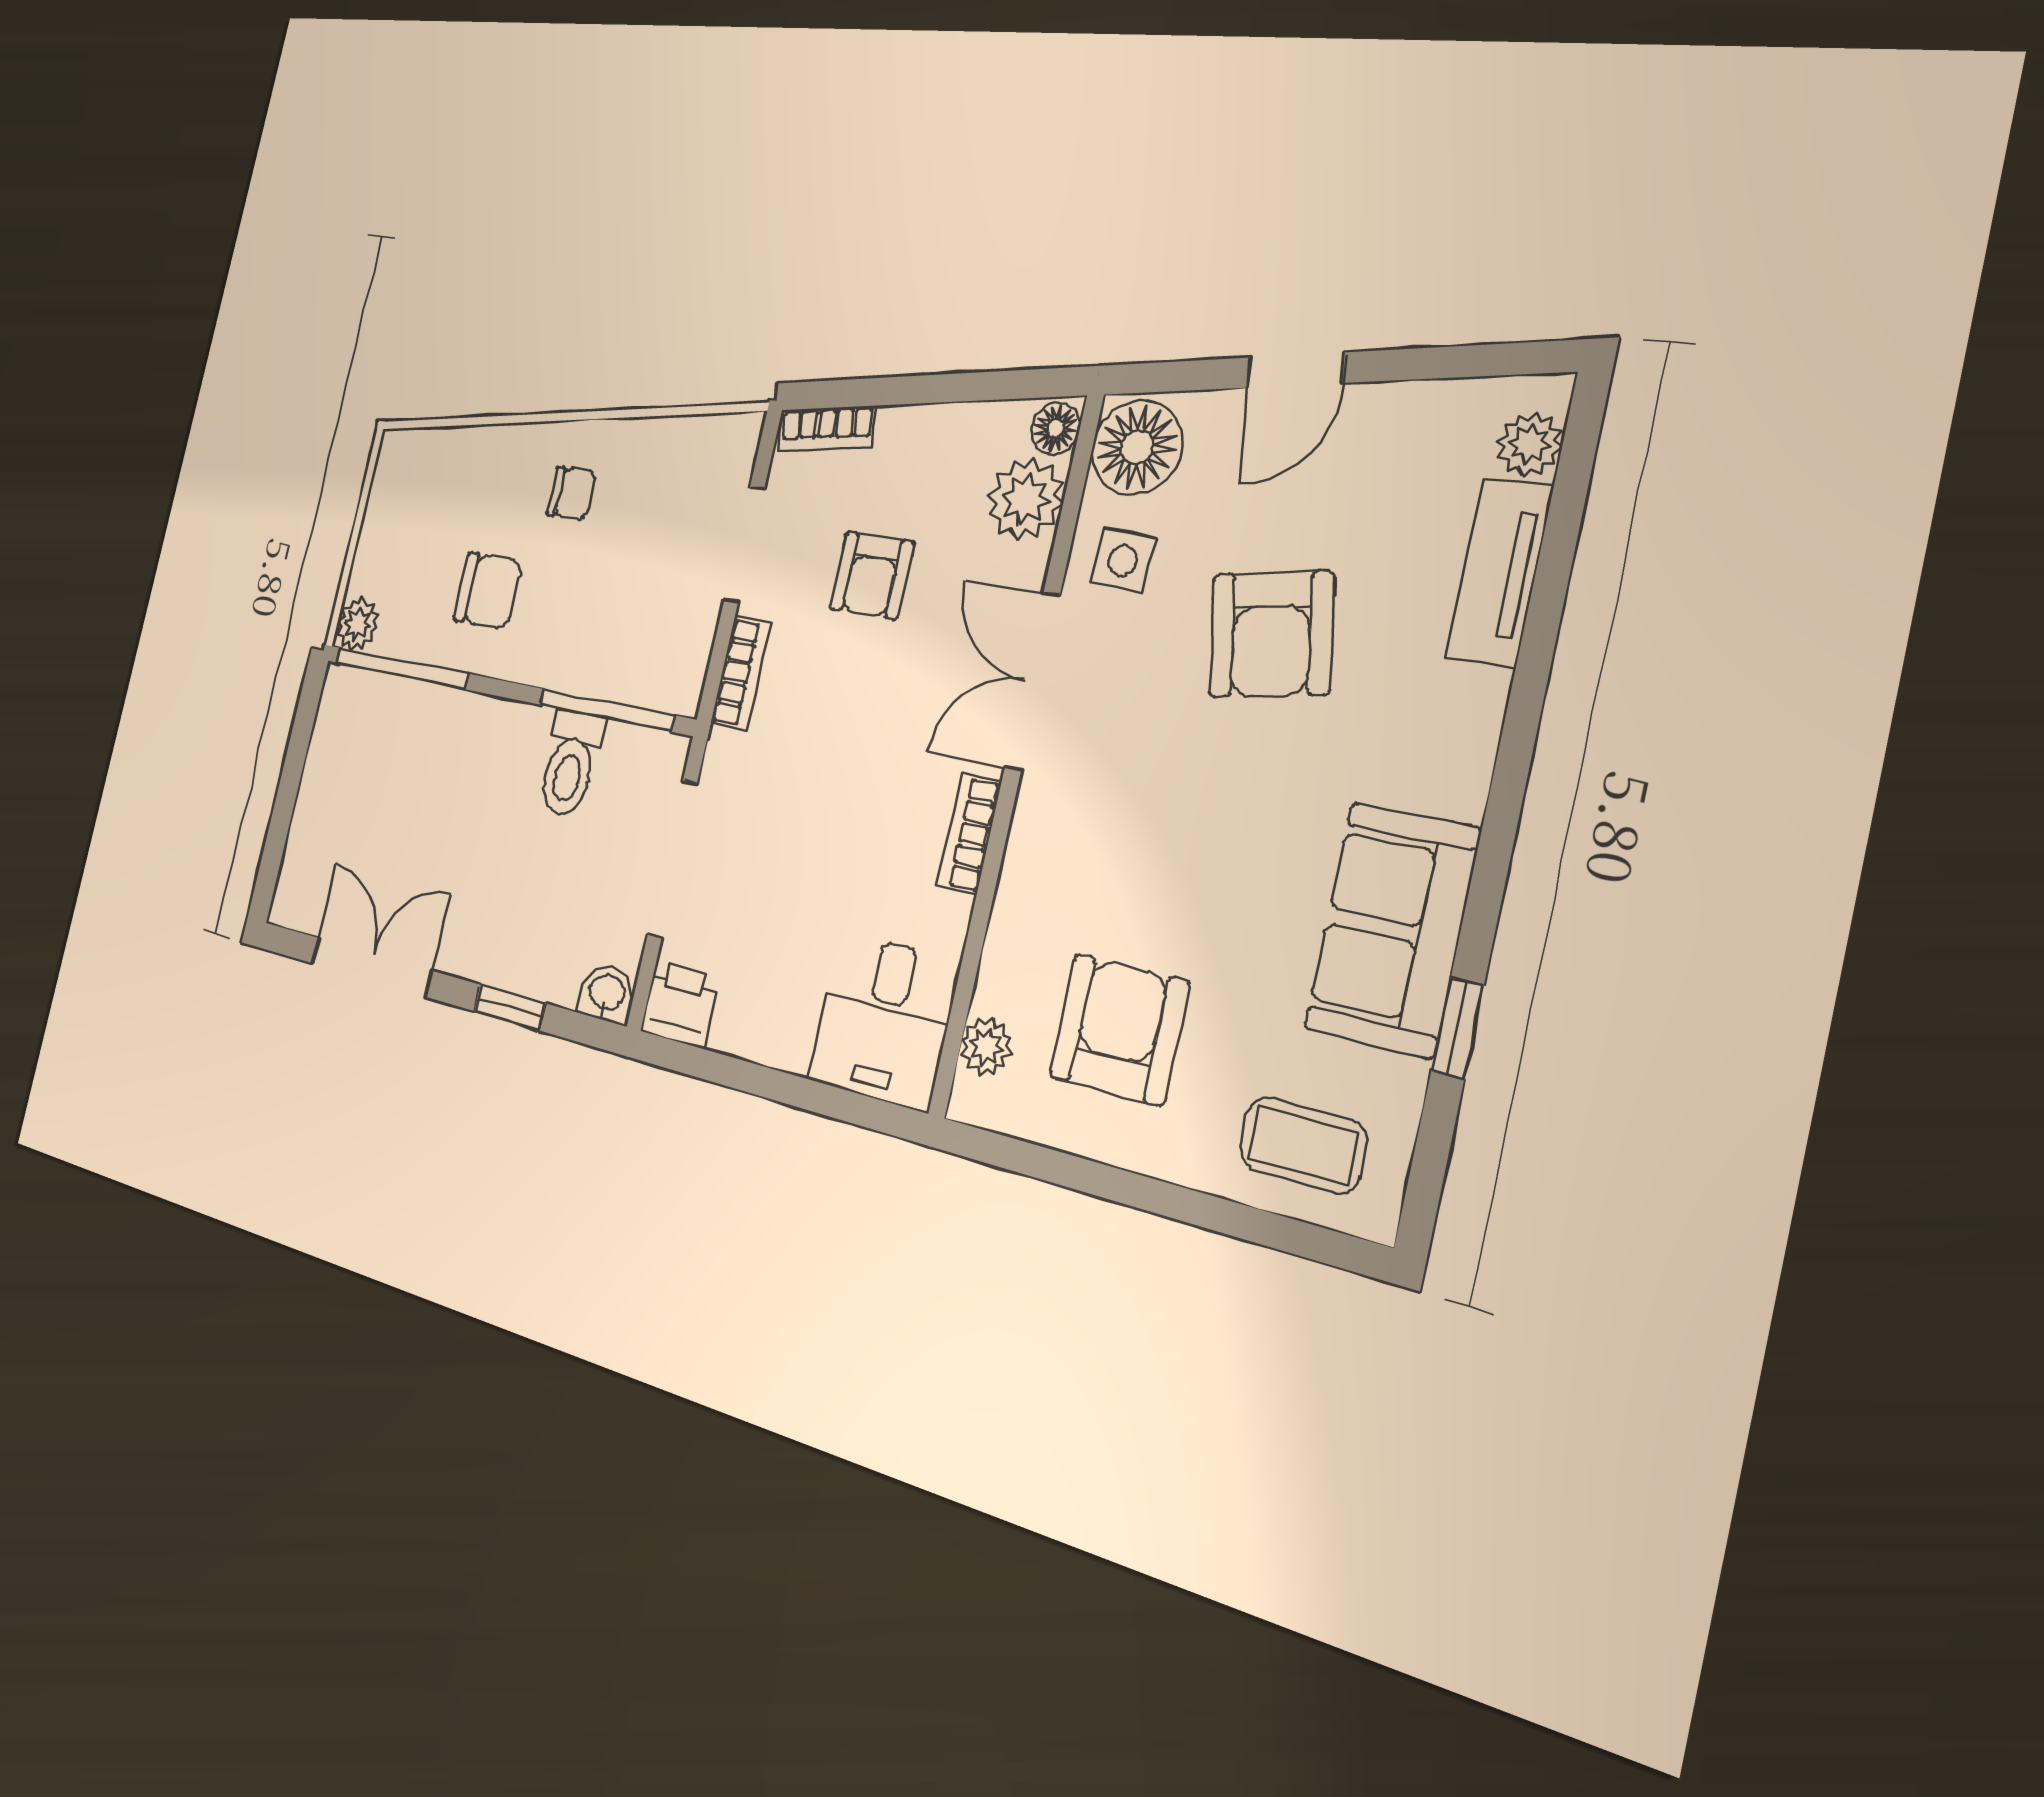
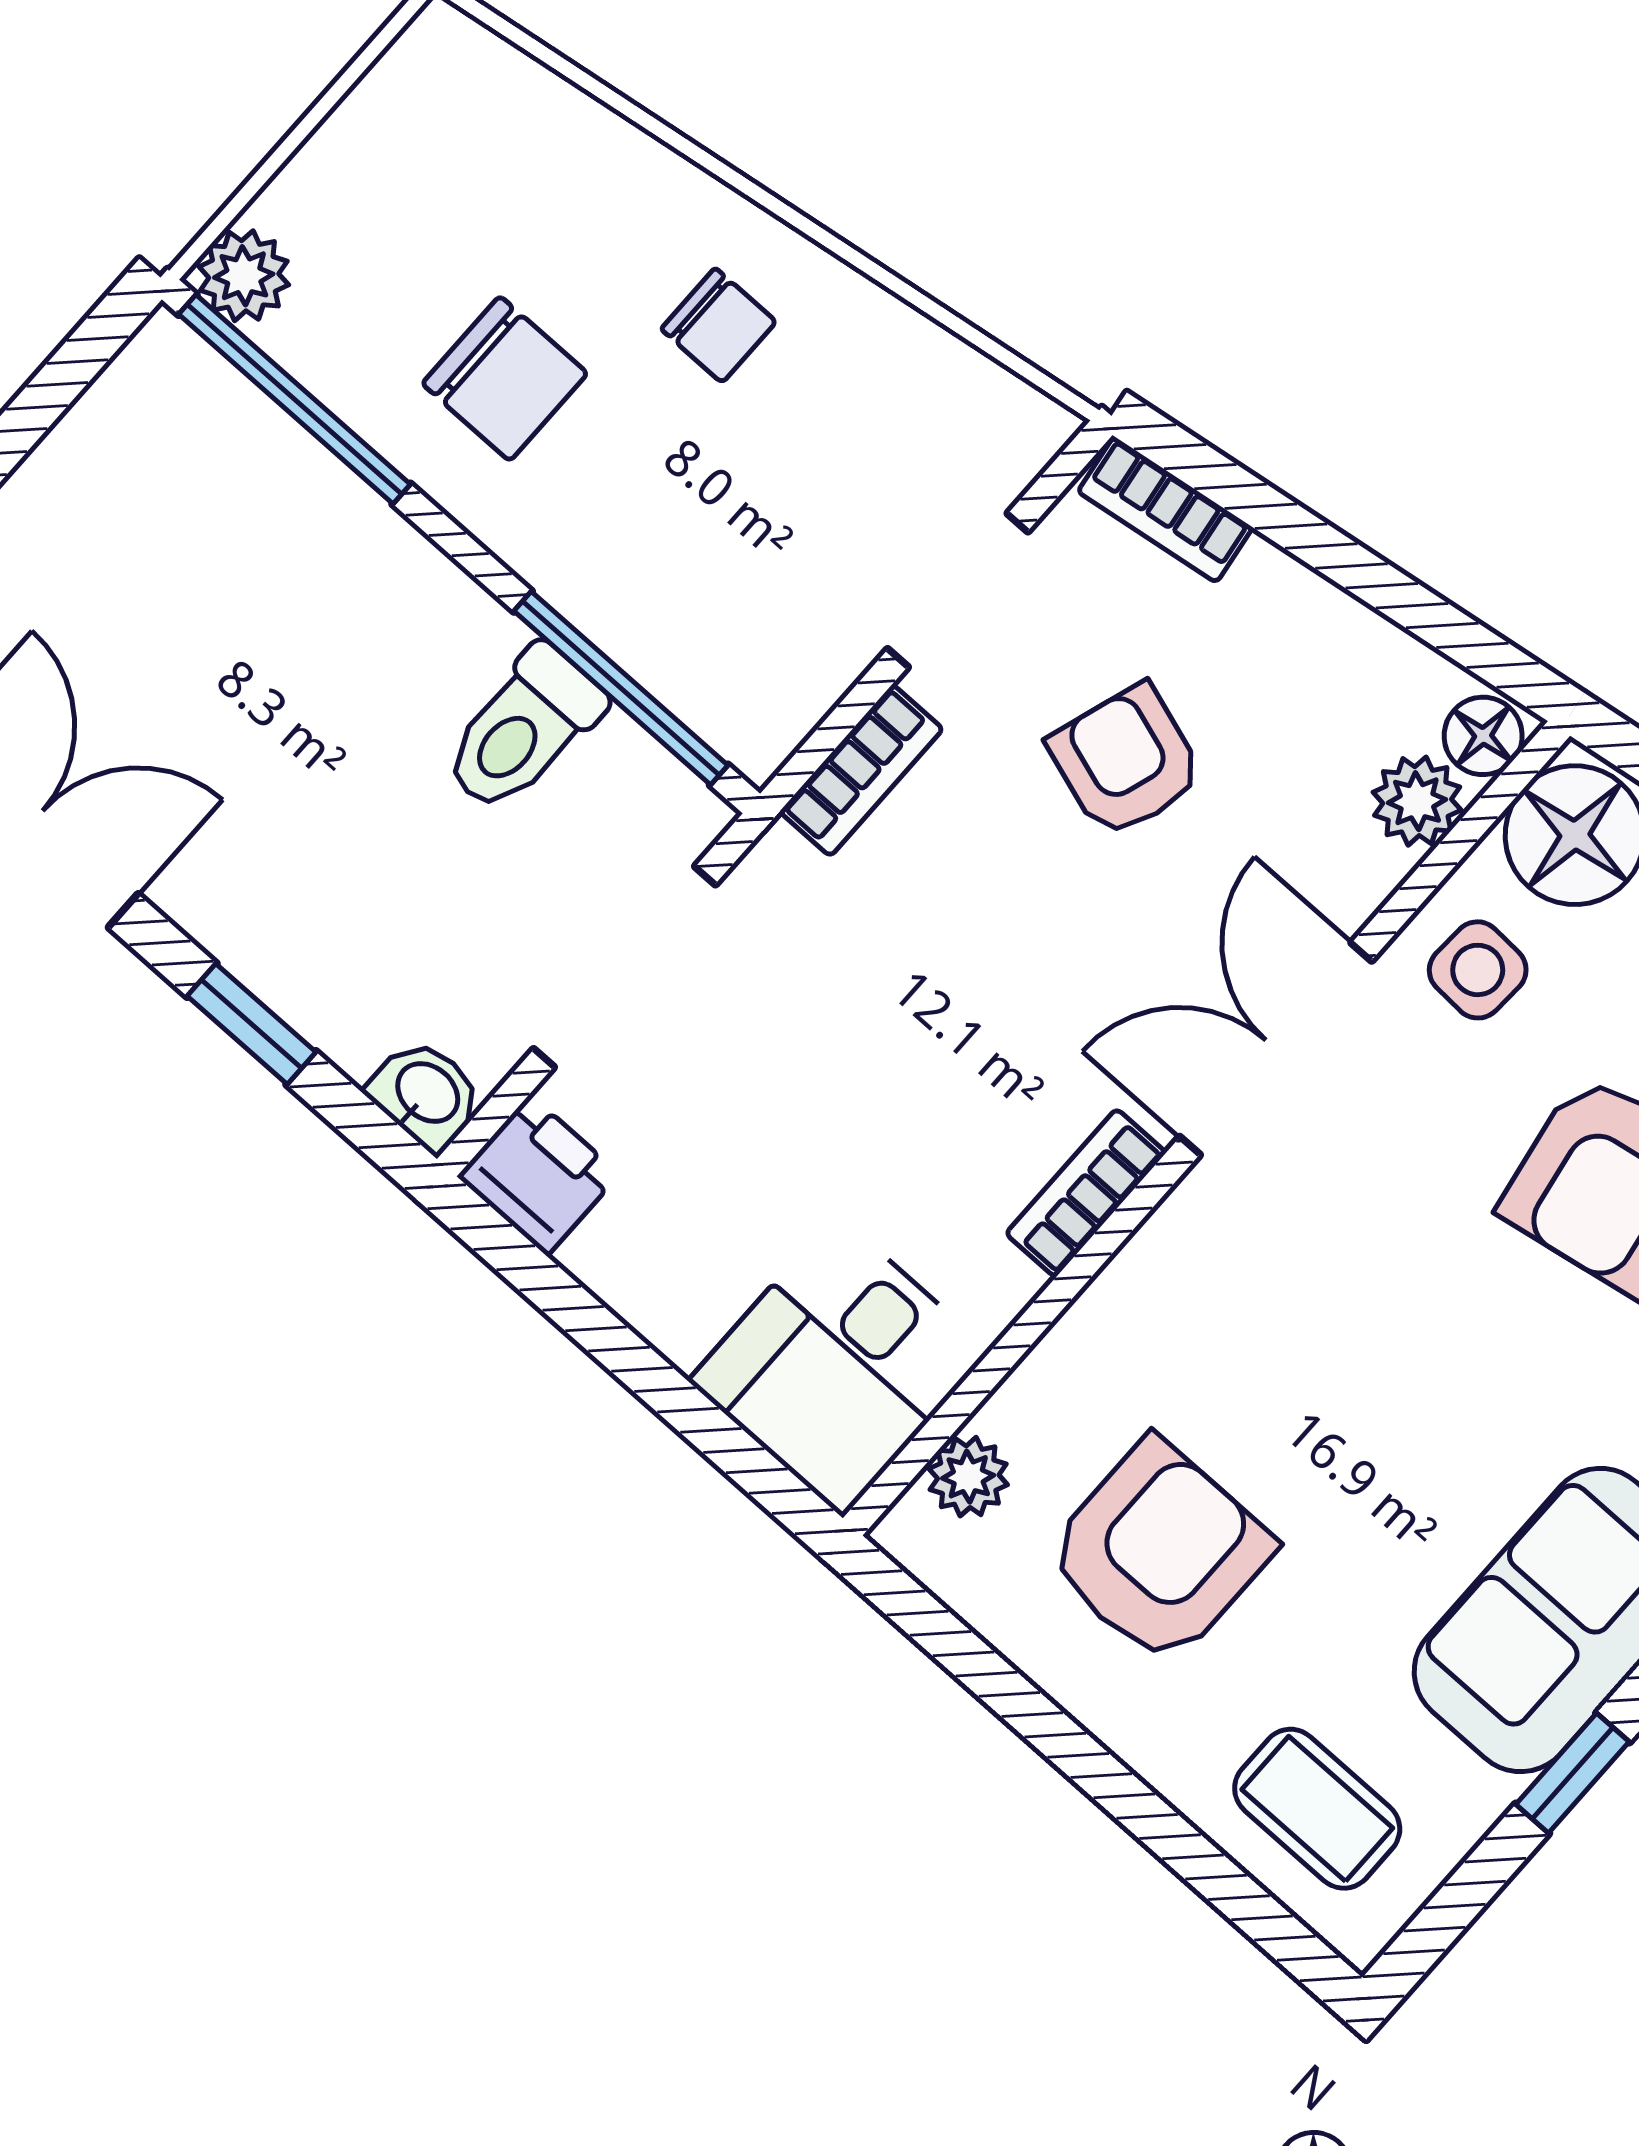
plant: (1026, 499) -> (1417, 801), width x0.73, depth x0.73
armchair: (872, 575) -> (1126, 761), turned 108

